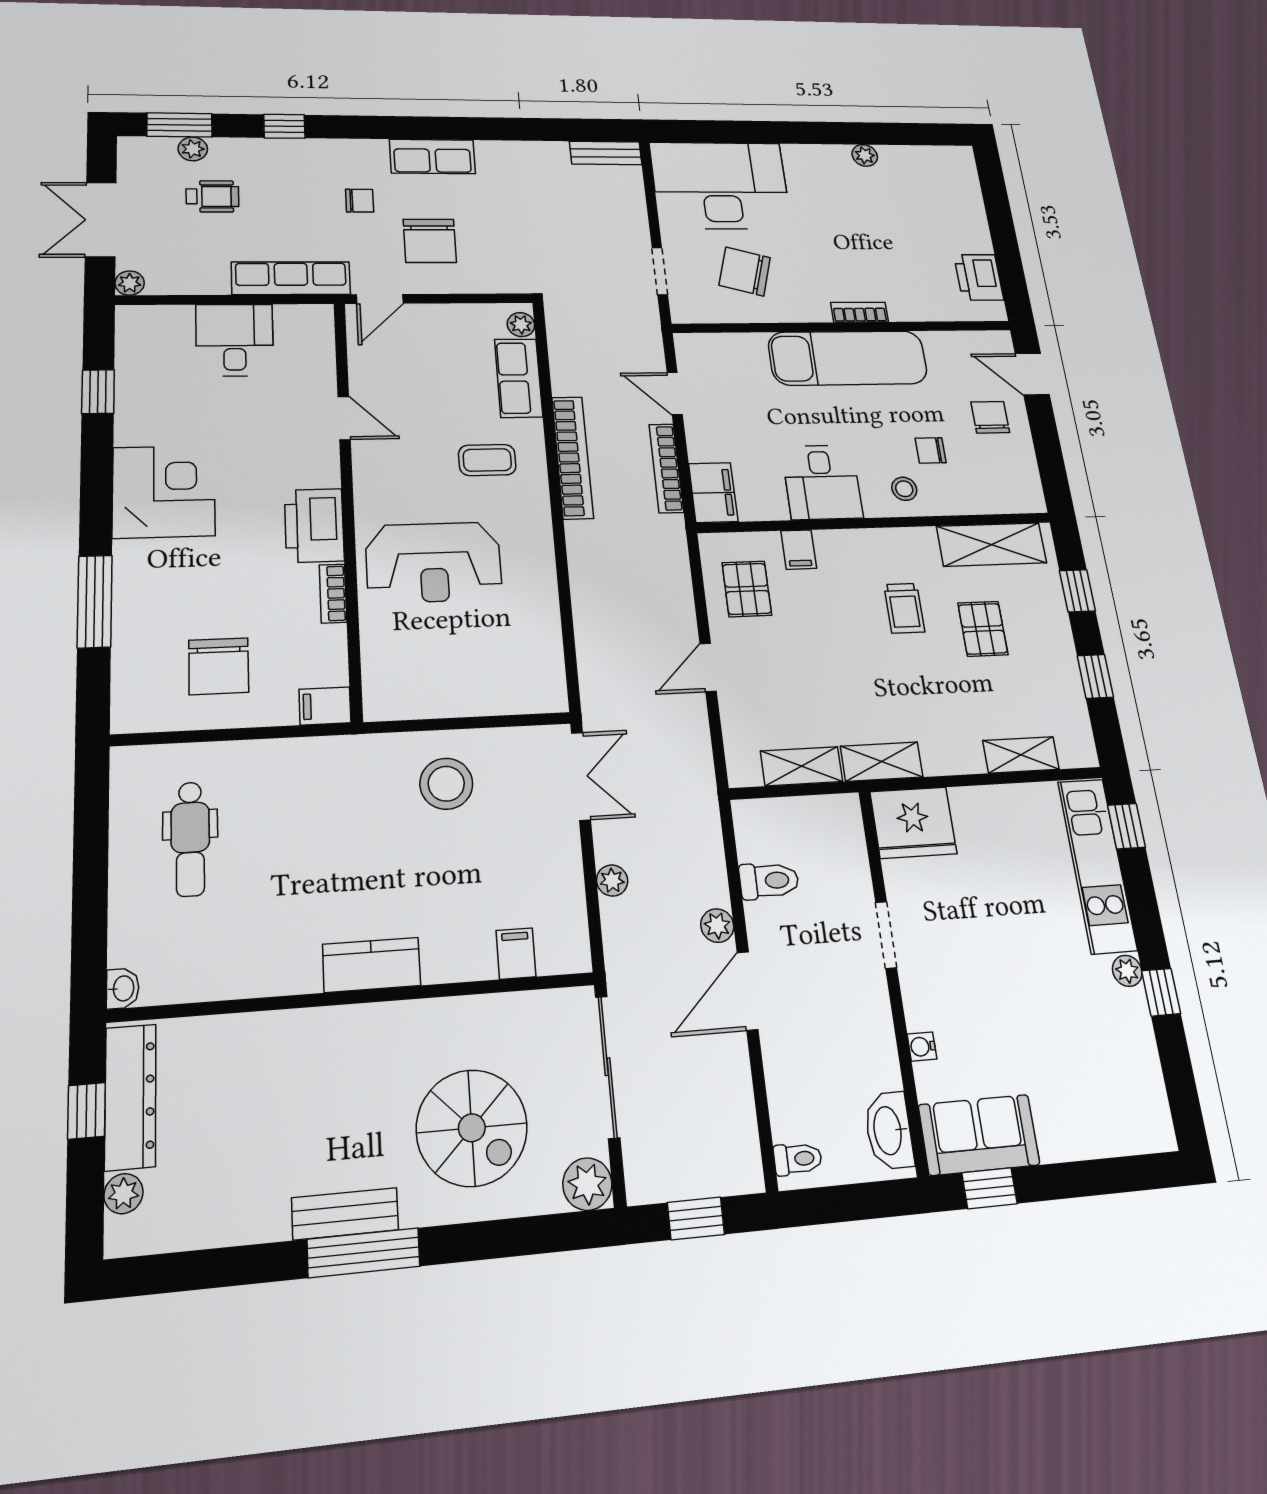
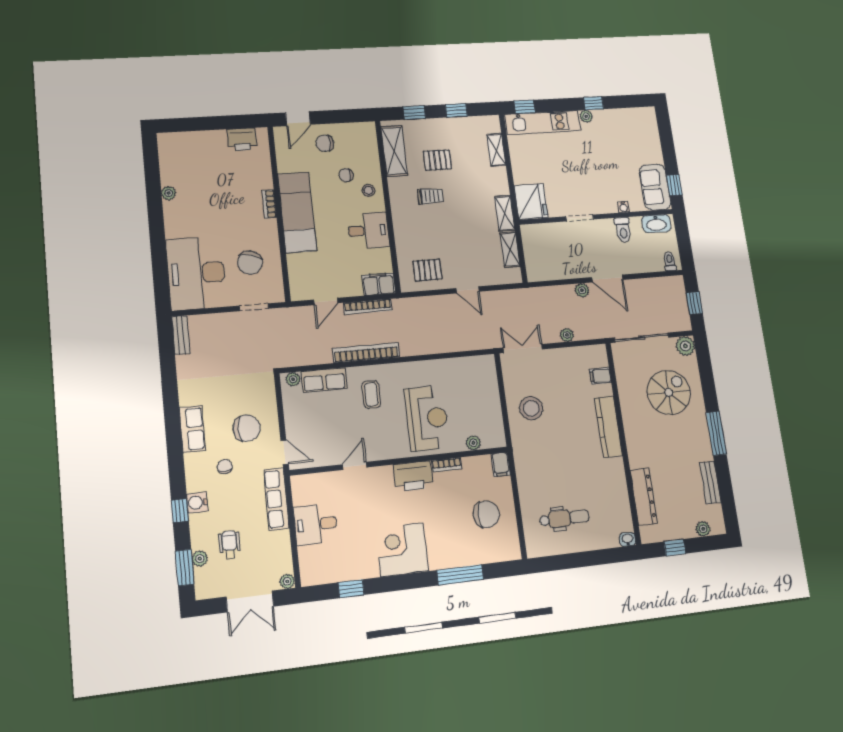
water cooler: (296, 153) -> (197, 503), added
chair: (931, 450) -> (346, 175), turned 90
filing cabinet: (799, 550) -> (405, 244), removed
plant: (376, 652) -> (473, 443), added
toilet: (769, 881) -> (623, 230), moved, turned 180
kitchen counter: (372, 965) -> (608, 427), width x1.50
dresser: (130, 1097) -> (644, 497), moved, turned 90
bench: (345, 1214) -> (710, 483), moved

